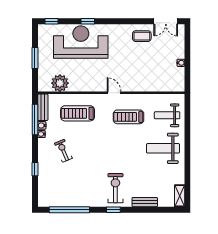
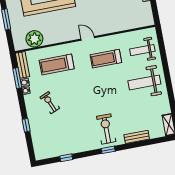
window: (35, 120) -> (17, 78), width x0.69
window: (69, 210) -> (66, 158), width x0.32

